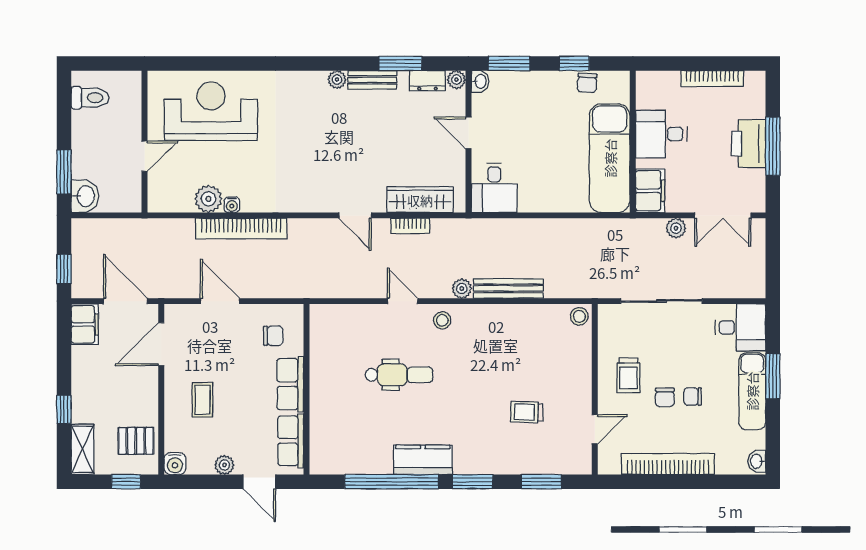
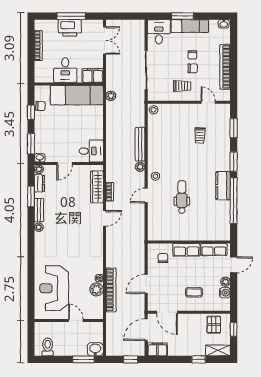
plant: (676, 228) -> (111, 96), moved
bookcase: (241, 229) -> (111, 290), moved
water cooler: (175, 464) -> (225, 293), moved

